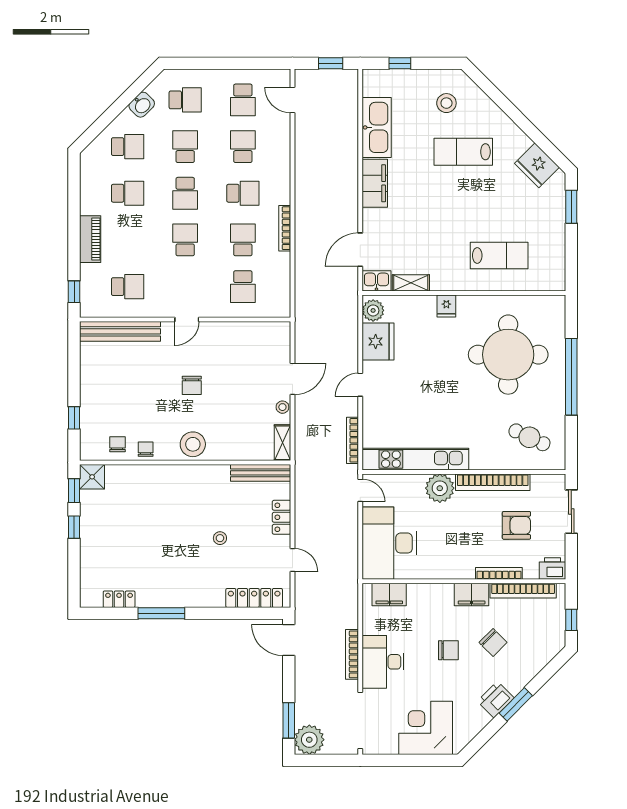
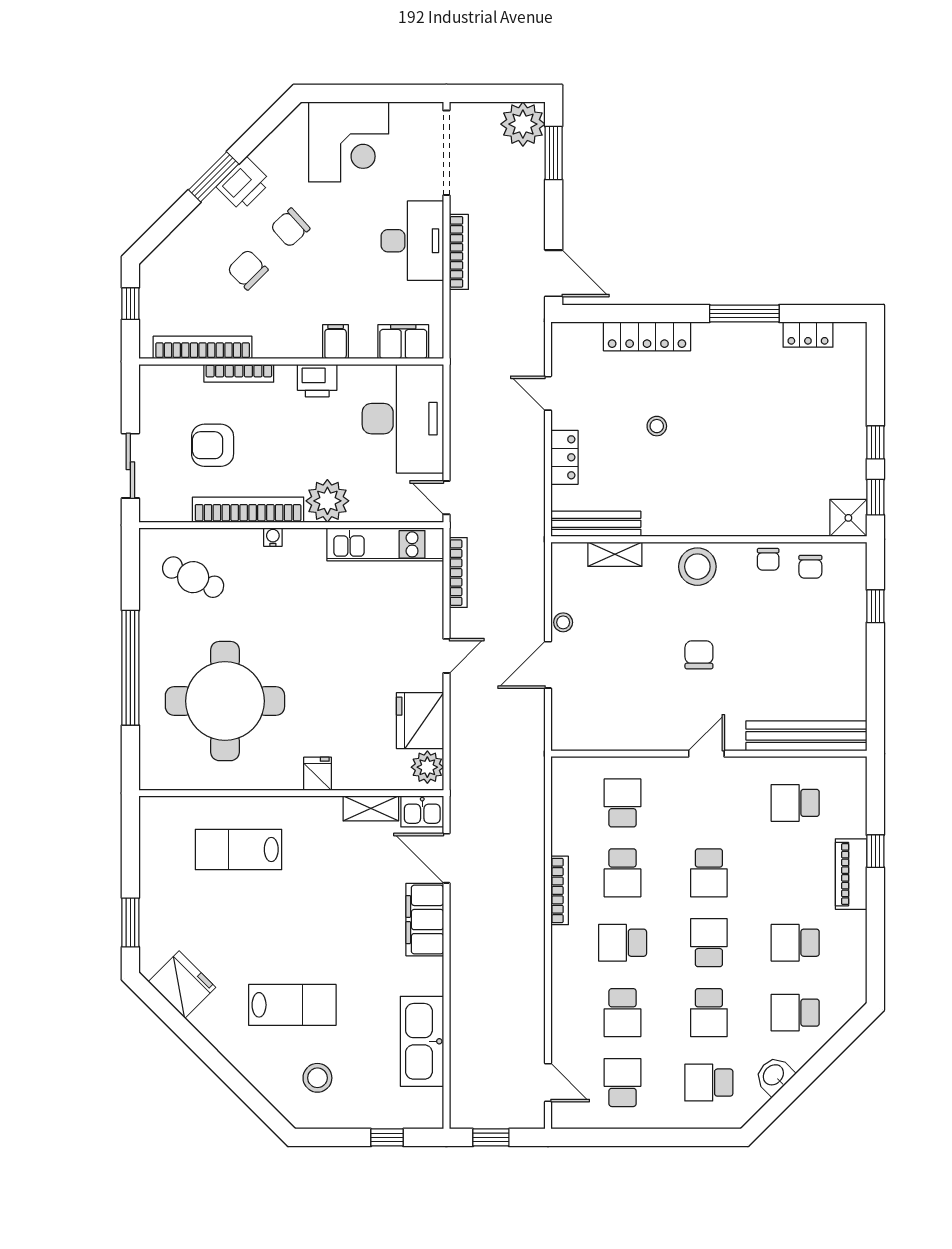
filing cabinet: (375, 183) -> (425, 920), moved
door: (360, 250) -> (446, 858), swing flipped
window: (74, 292) -> (875, 851), moved
shelving: (283, 443) -> (615, 554), moved, turned 90
kitchen unit: (415, 459) -> (385, 544), width x0.73
water cooler: (476, 464) -> (273, 537), added
printer: (552, 568) -> (317, 381), moved
filing cabinet: (472, 595) -> (336, 342), moved, width x0.50
locker: (254, 598) -> (647, 336), moved
chair: (448, 650) -> (290, 228), moved, turned -42

